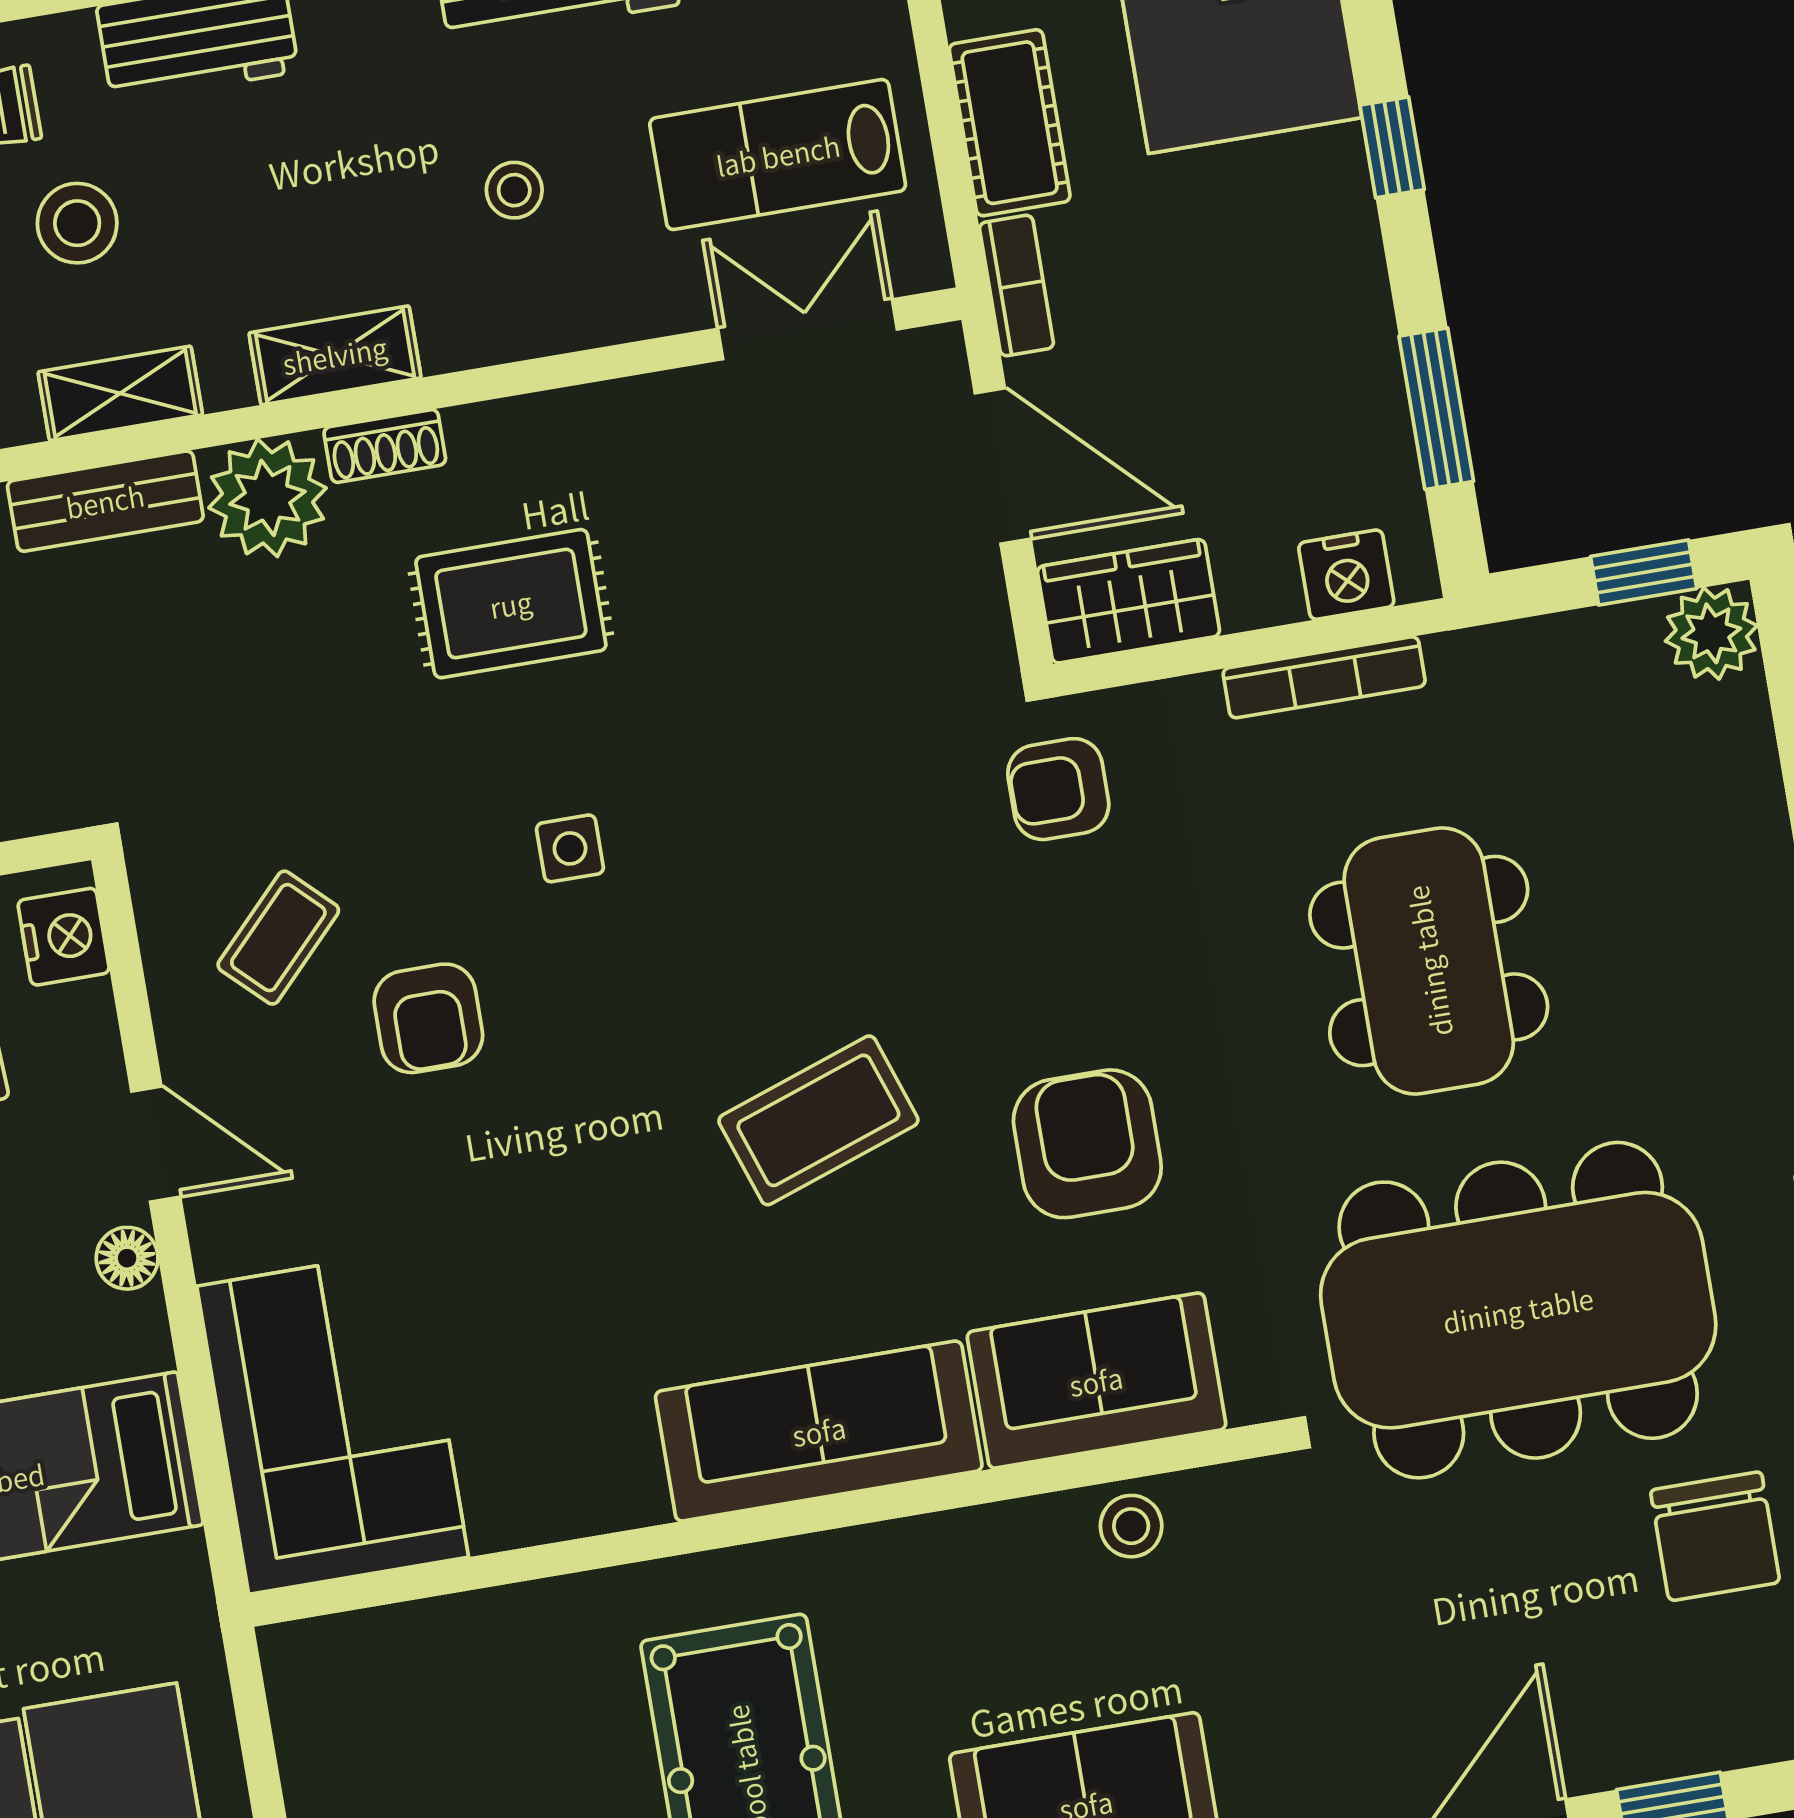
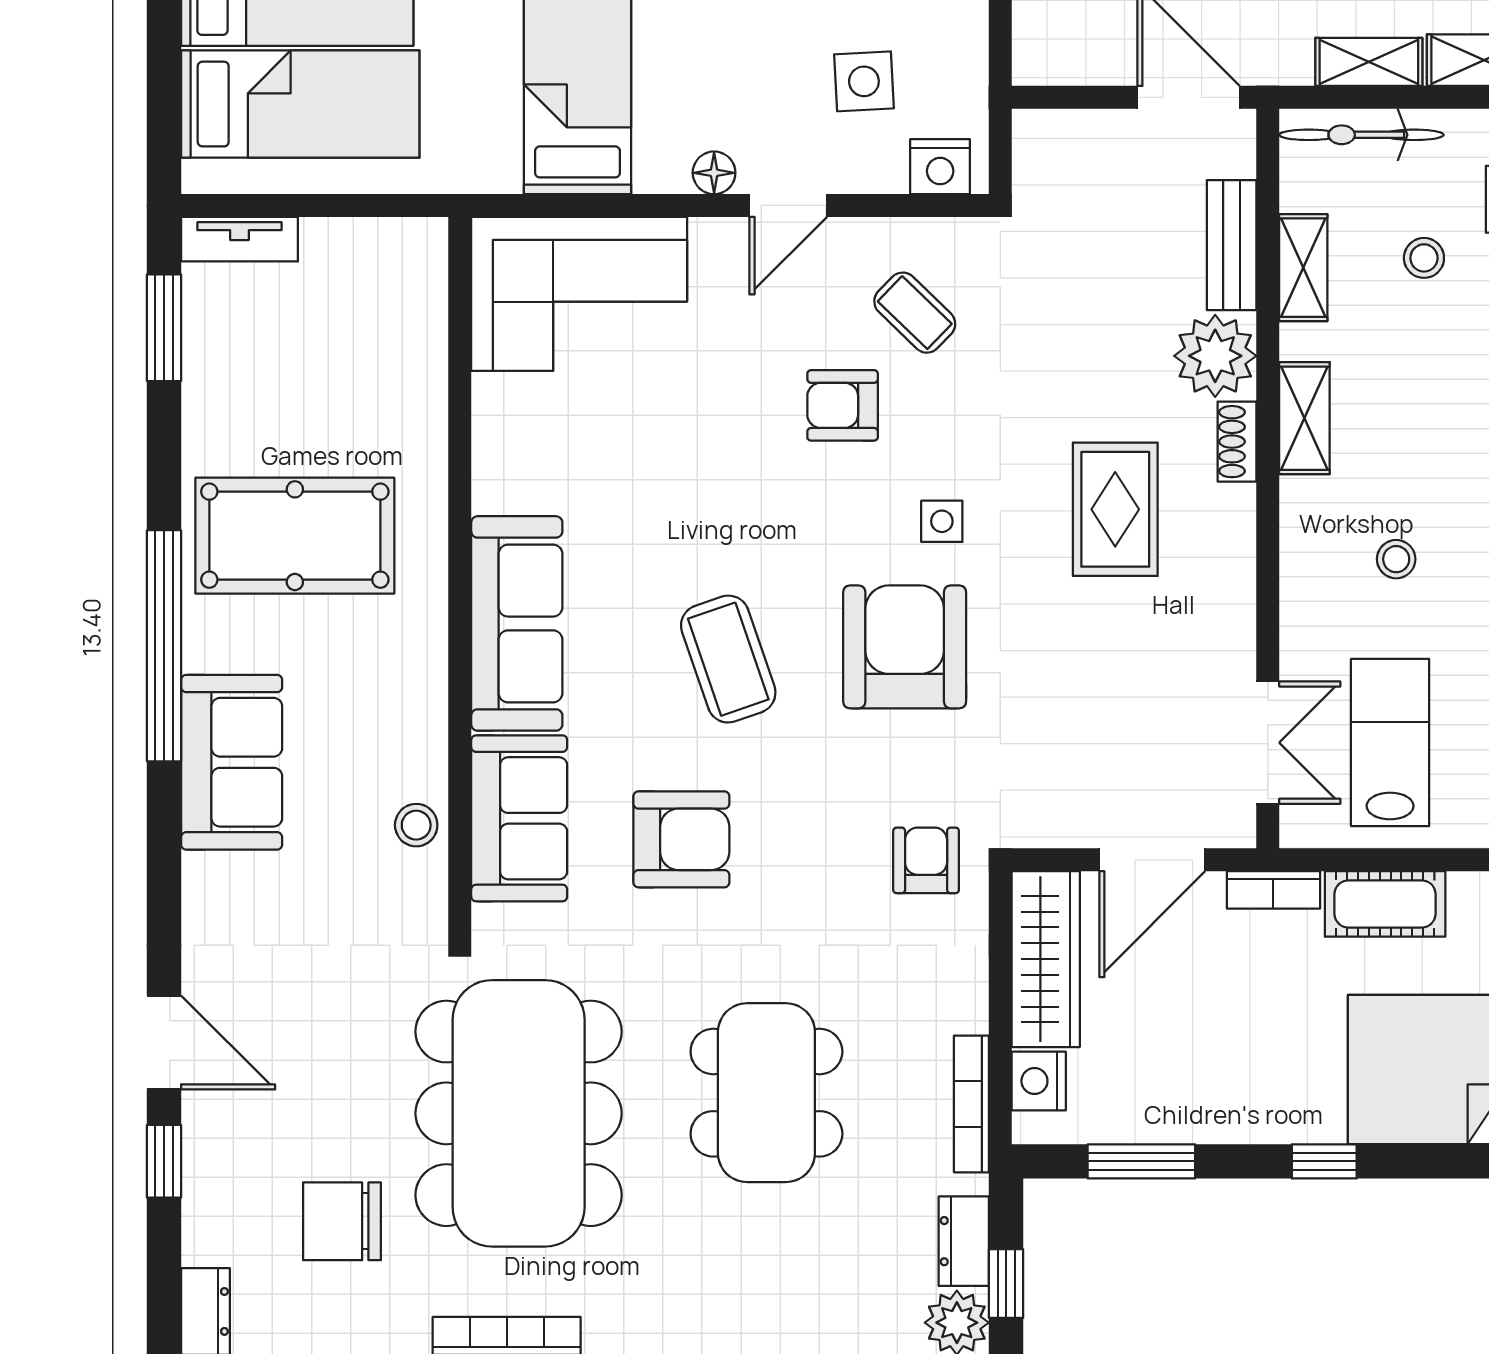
stool: (77, 223) -> (1424, 258), width x0.73, depth x0.73
wardrobe: (1129, 601) -> (1046, 959), width x1.50
dresser: (1593, 643) -> (964, 1241), added
bookcase: (1324, 677) -> (971, 1104), moved
armchair: (758, 871) -> (905, 647), added
dining table: (1429, 961) -> (766, 1093), turned 90

